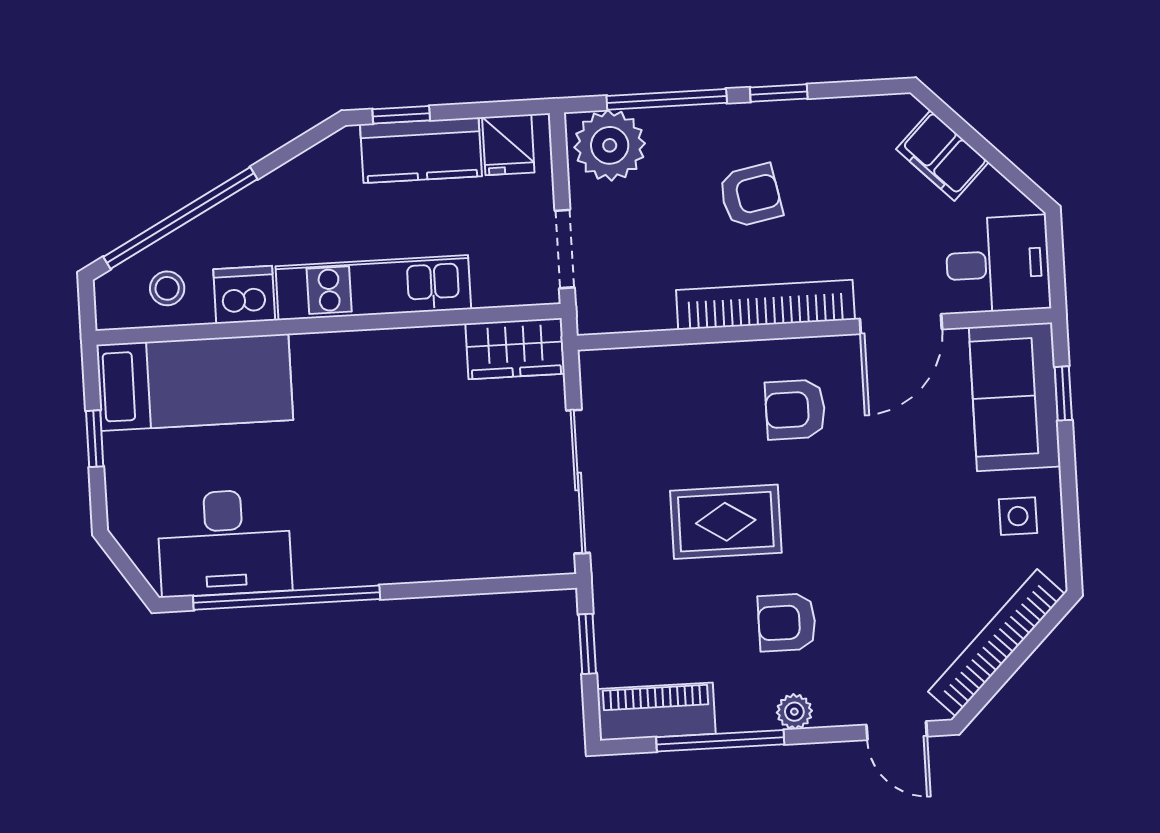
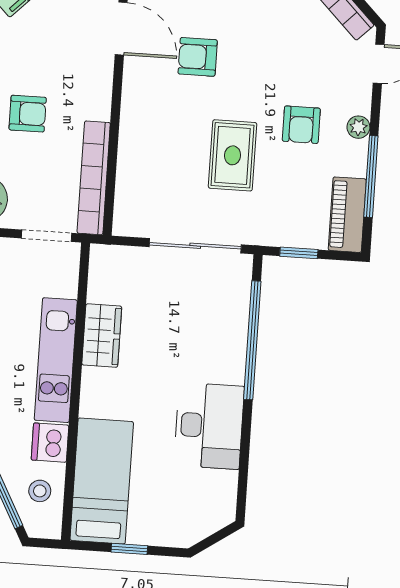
armchair: (750, 196) -> (28, 114), turned 101
bookcase: (765, 305) -> (94, 178), moved
wardrobe: (515, 349) -> (102, 336), moved
armchair: (795, 410) -> (198, 57), moved, turned 90
desk: (224, 543) -> (209, 426), moved
window: (287, 598) -> (252, 340), moved

